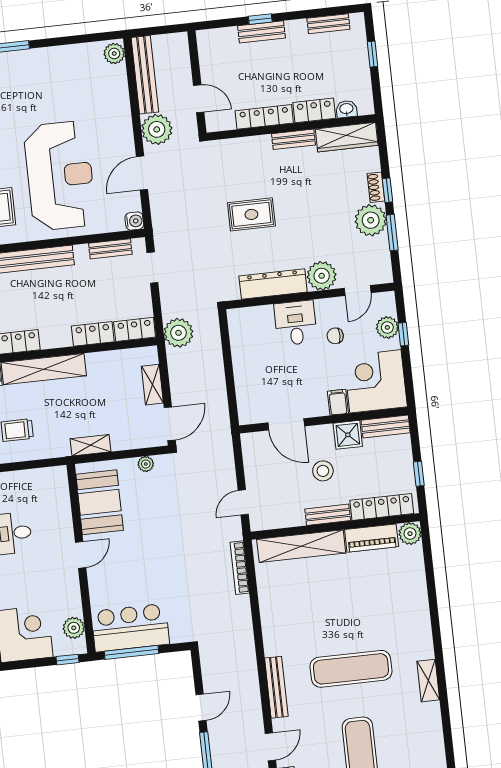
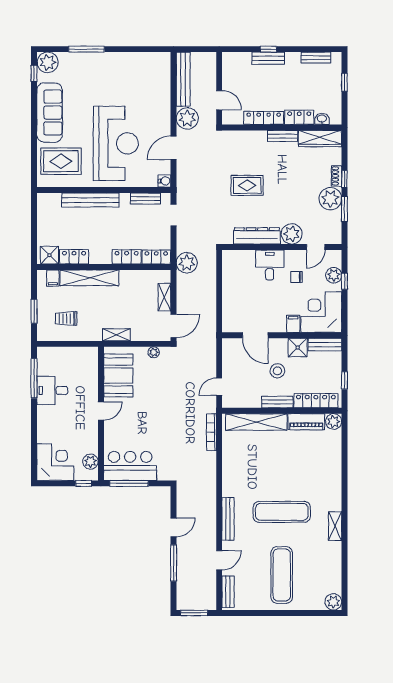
plant: (114, 54) -> (163, 62), removed

